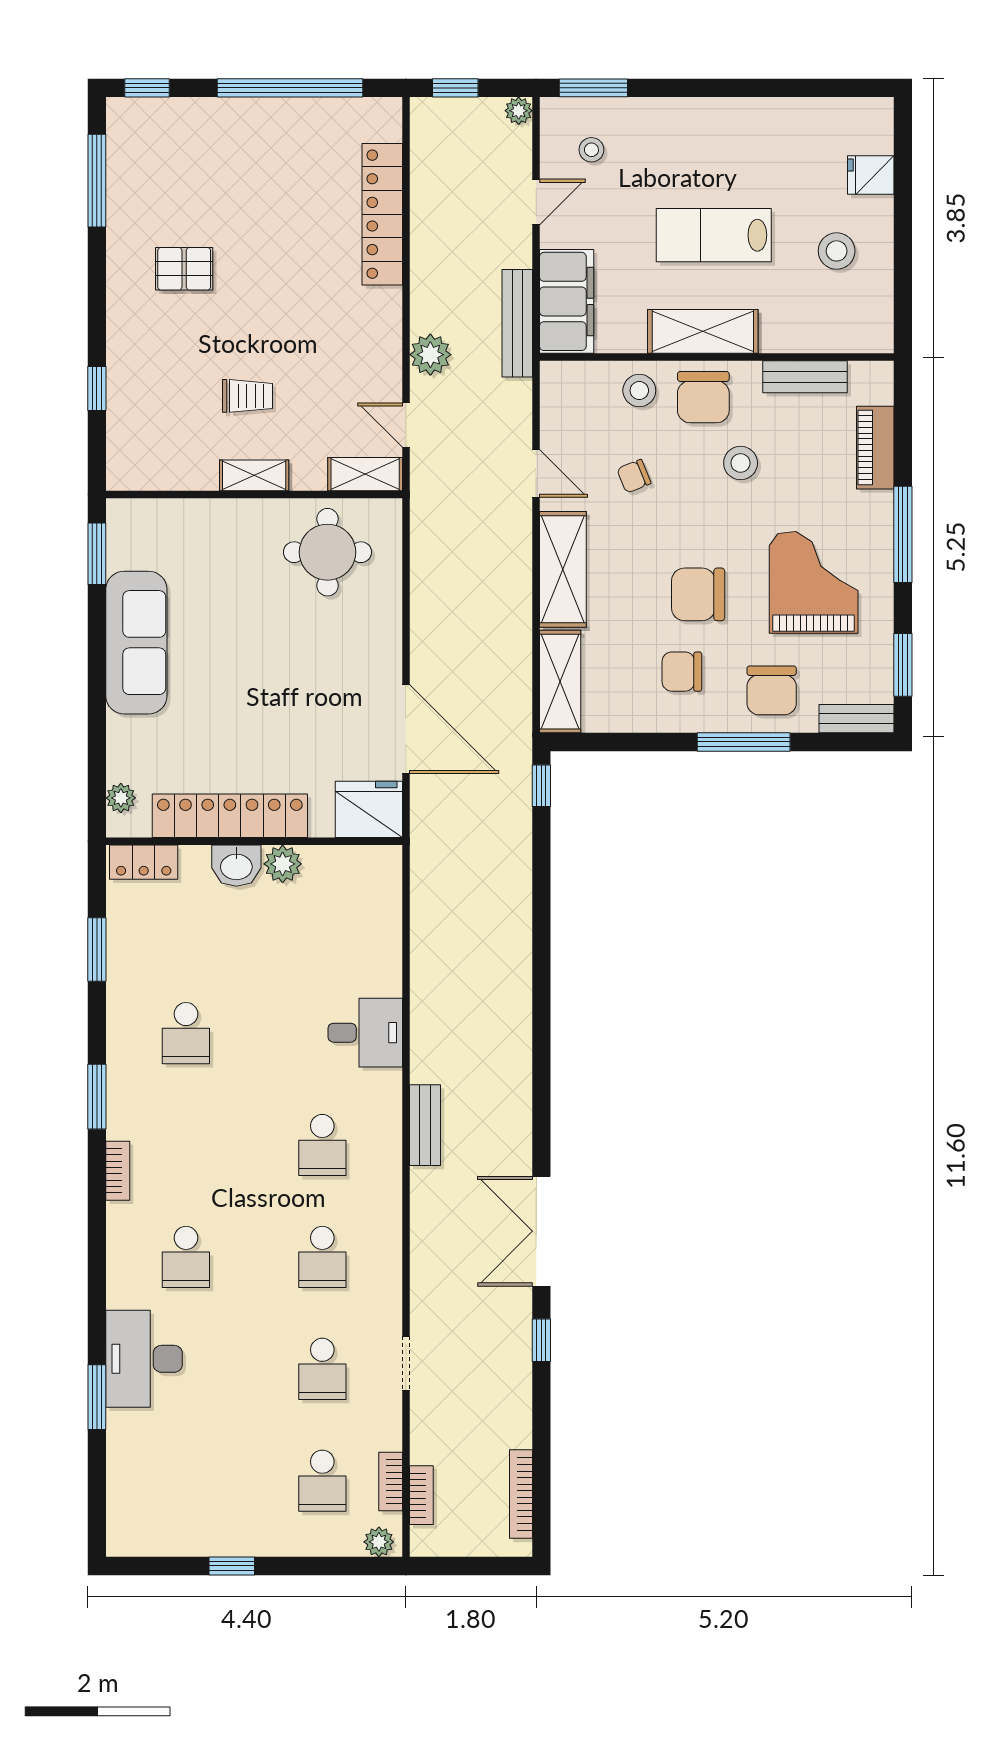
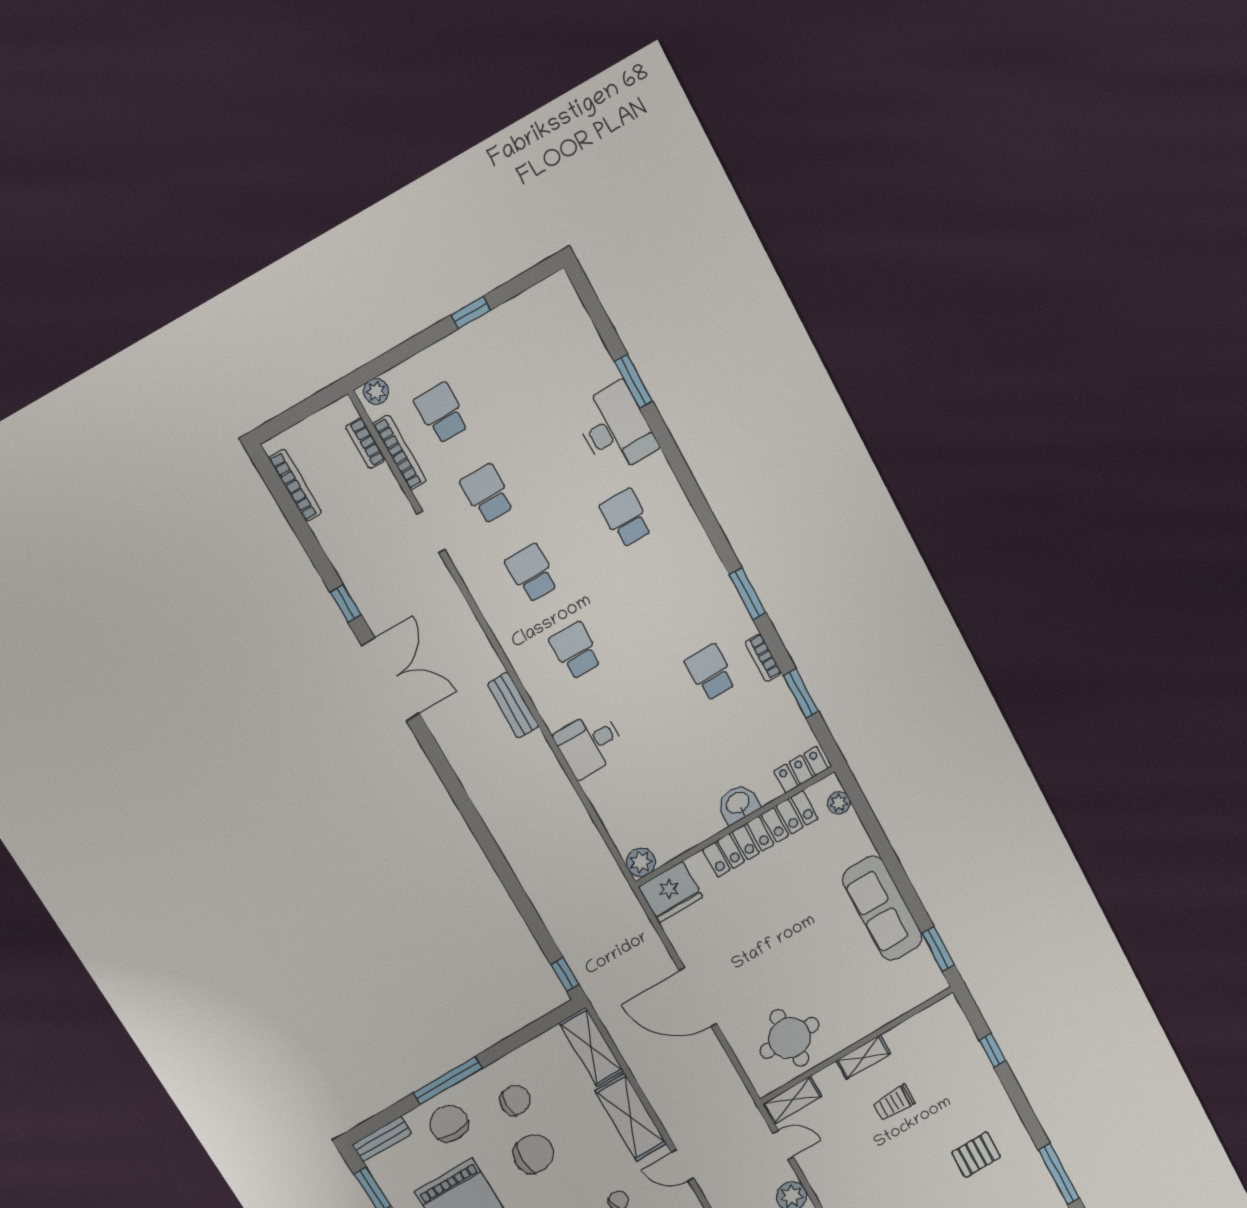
door: (406, 729) -> (698, 997), moved
plant: (283, 864) -> (641, 862), moved
bookcase: (118, 1171) -> (763, 658), moved
bookcase: (391, 1482) -> (400, 452), width x1.56

